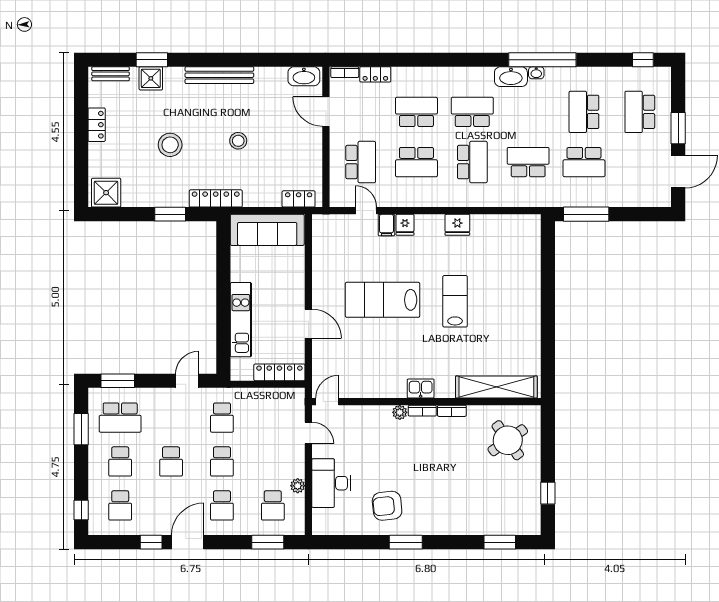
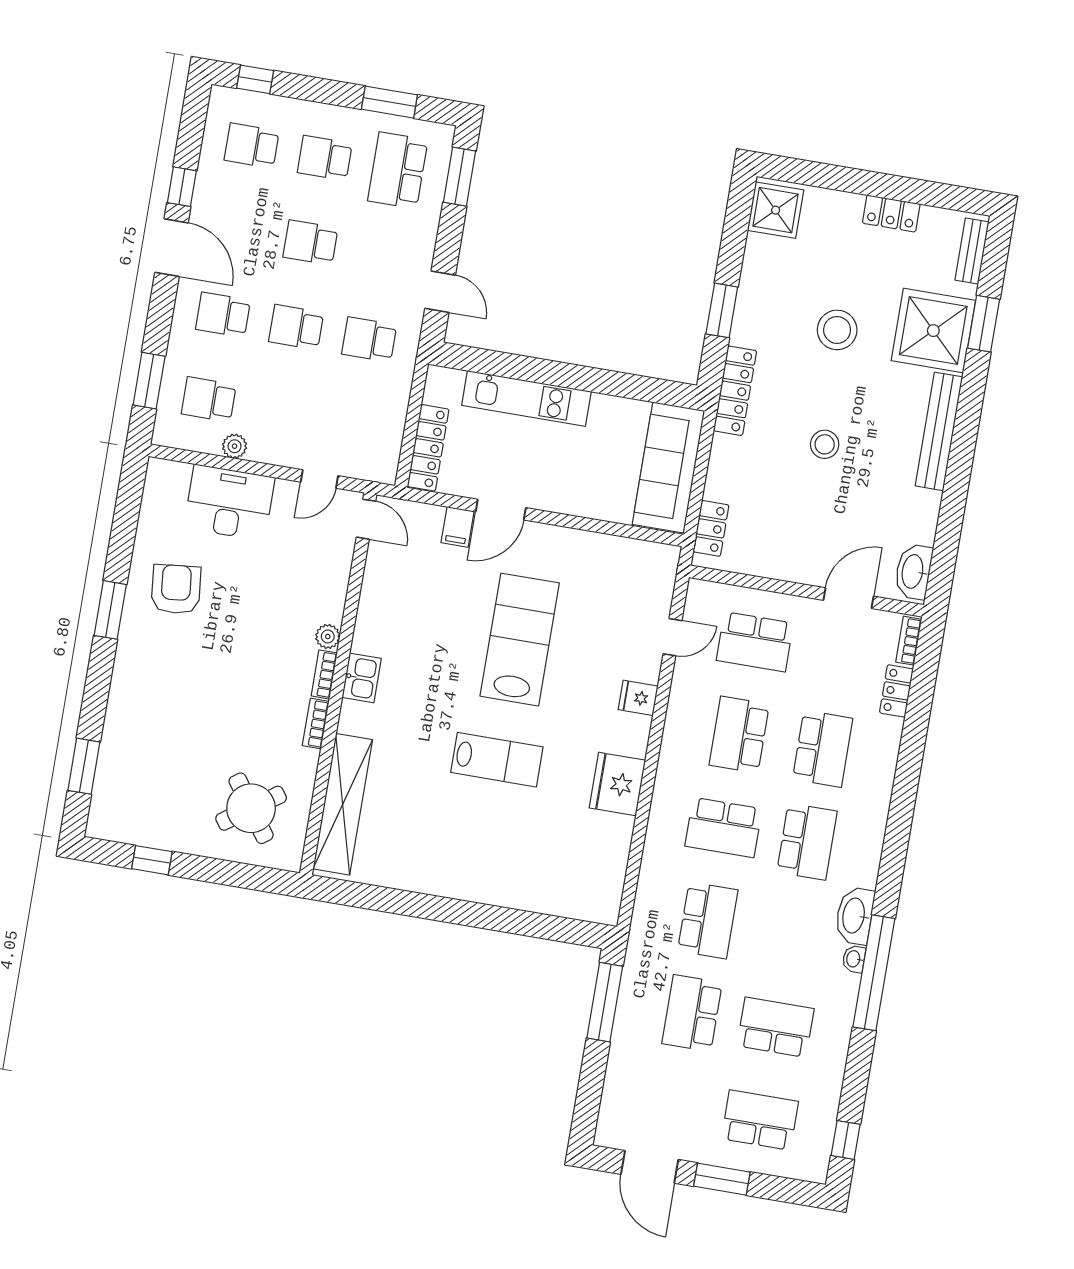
shower: (151, 78) -> (933, 331), width x1.86, depth x1.86
filing cabinet: (386, 225) -> (458, 527), moved, turned -90
fridge: (457, 225) -> (617, 784), width x1.36, depth x1.34

